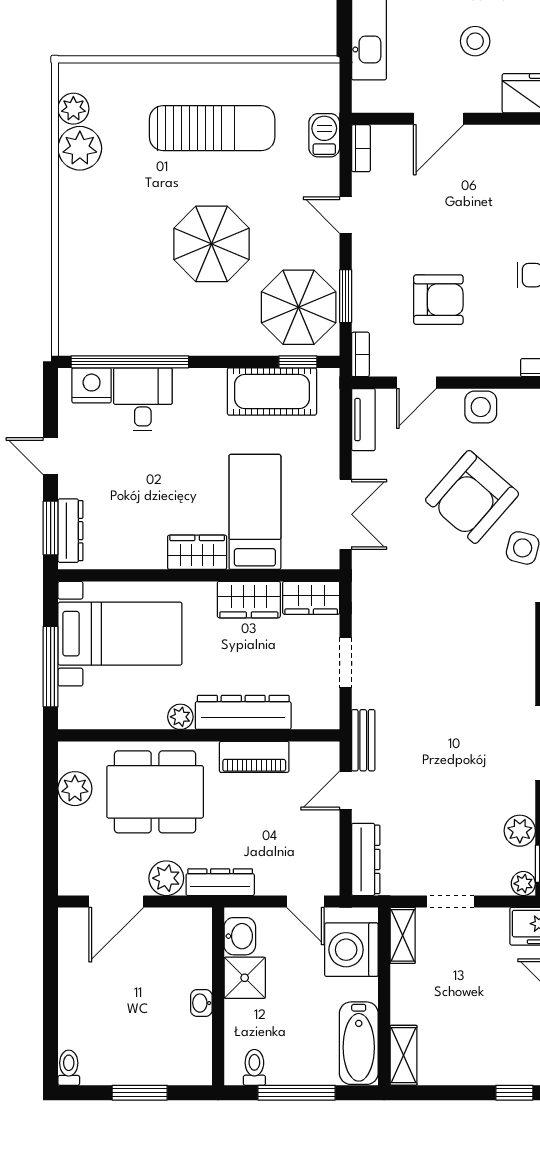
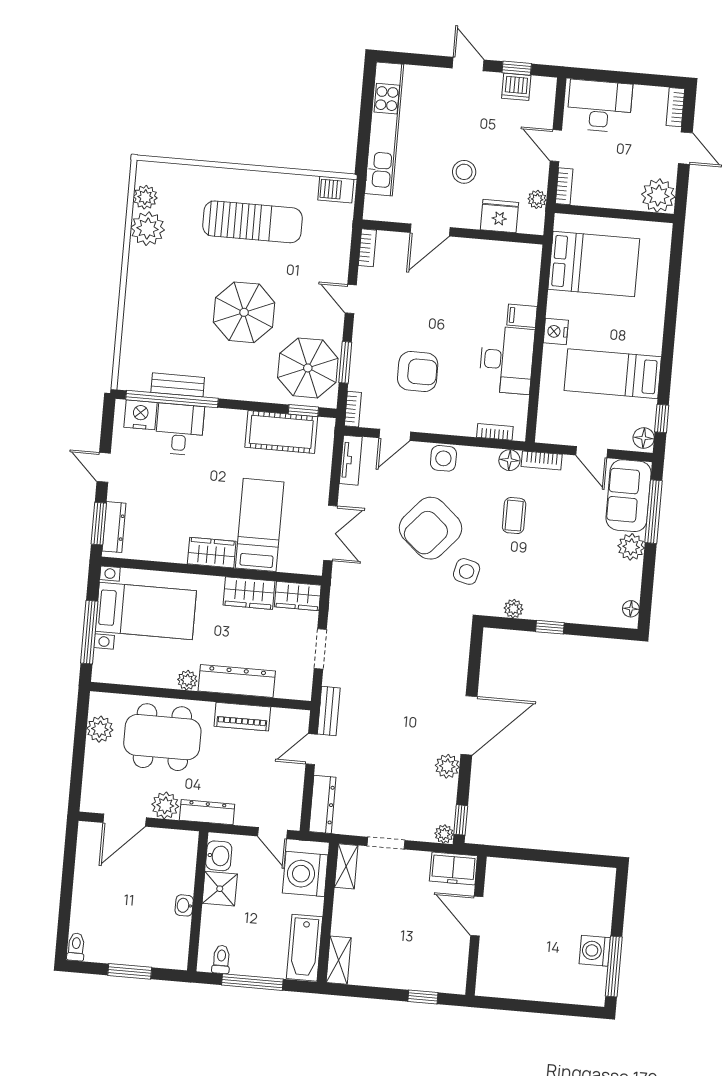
barbecue: (324, 135) -> (336, 190), moved, turned -90
bench: (135, 343) -> (178, 385), added
plant: (520, 831) -> (447, 766), moved

